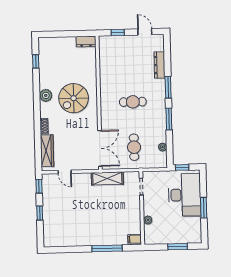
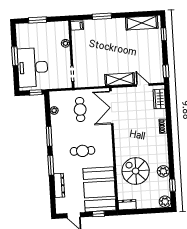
plant: (44, 44) -> (165, 202), added
booth: (116, 59) -> (99, 189), added
plant: (46, 95) -> (163, 171), moved
spiral stairs: (74, 98) -> (136, 171), moved, turned -90
wardrobe: (47, 151) -> (159, 99), width x0.67
shelving: (107, 178) -> (120, 79), moved
window: (40, 213) -> (164, 34), moved
shelving: (64, 240) -> (142, 23), added
window: (107, 248) -> (102, 16), width x0.69

